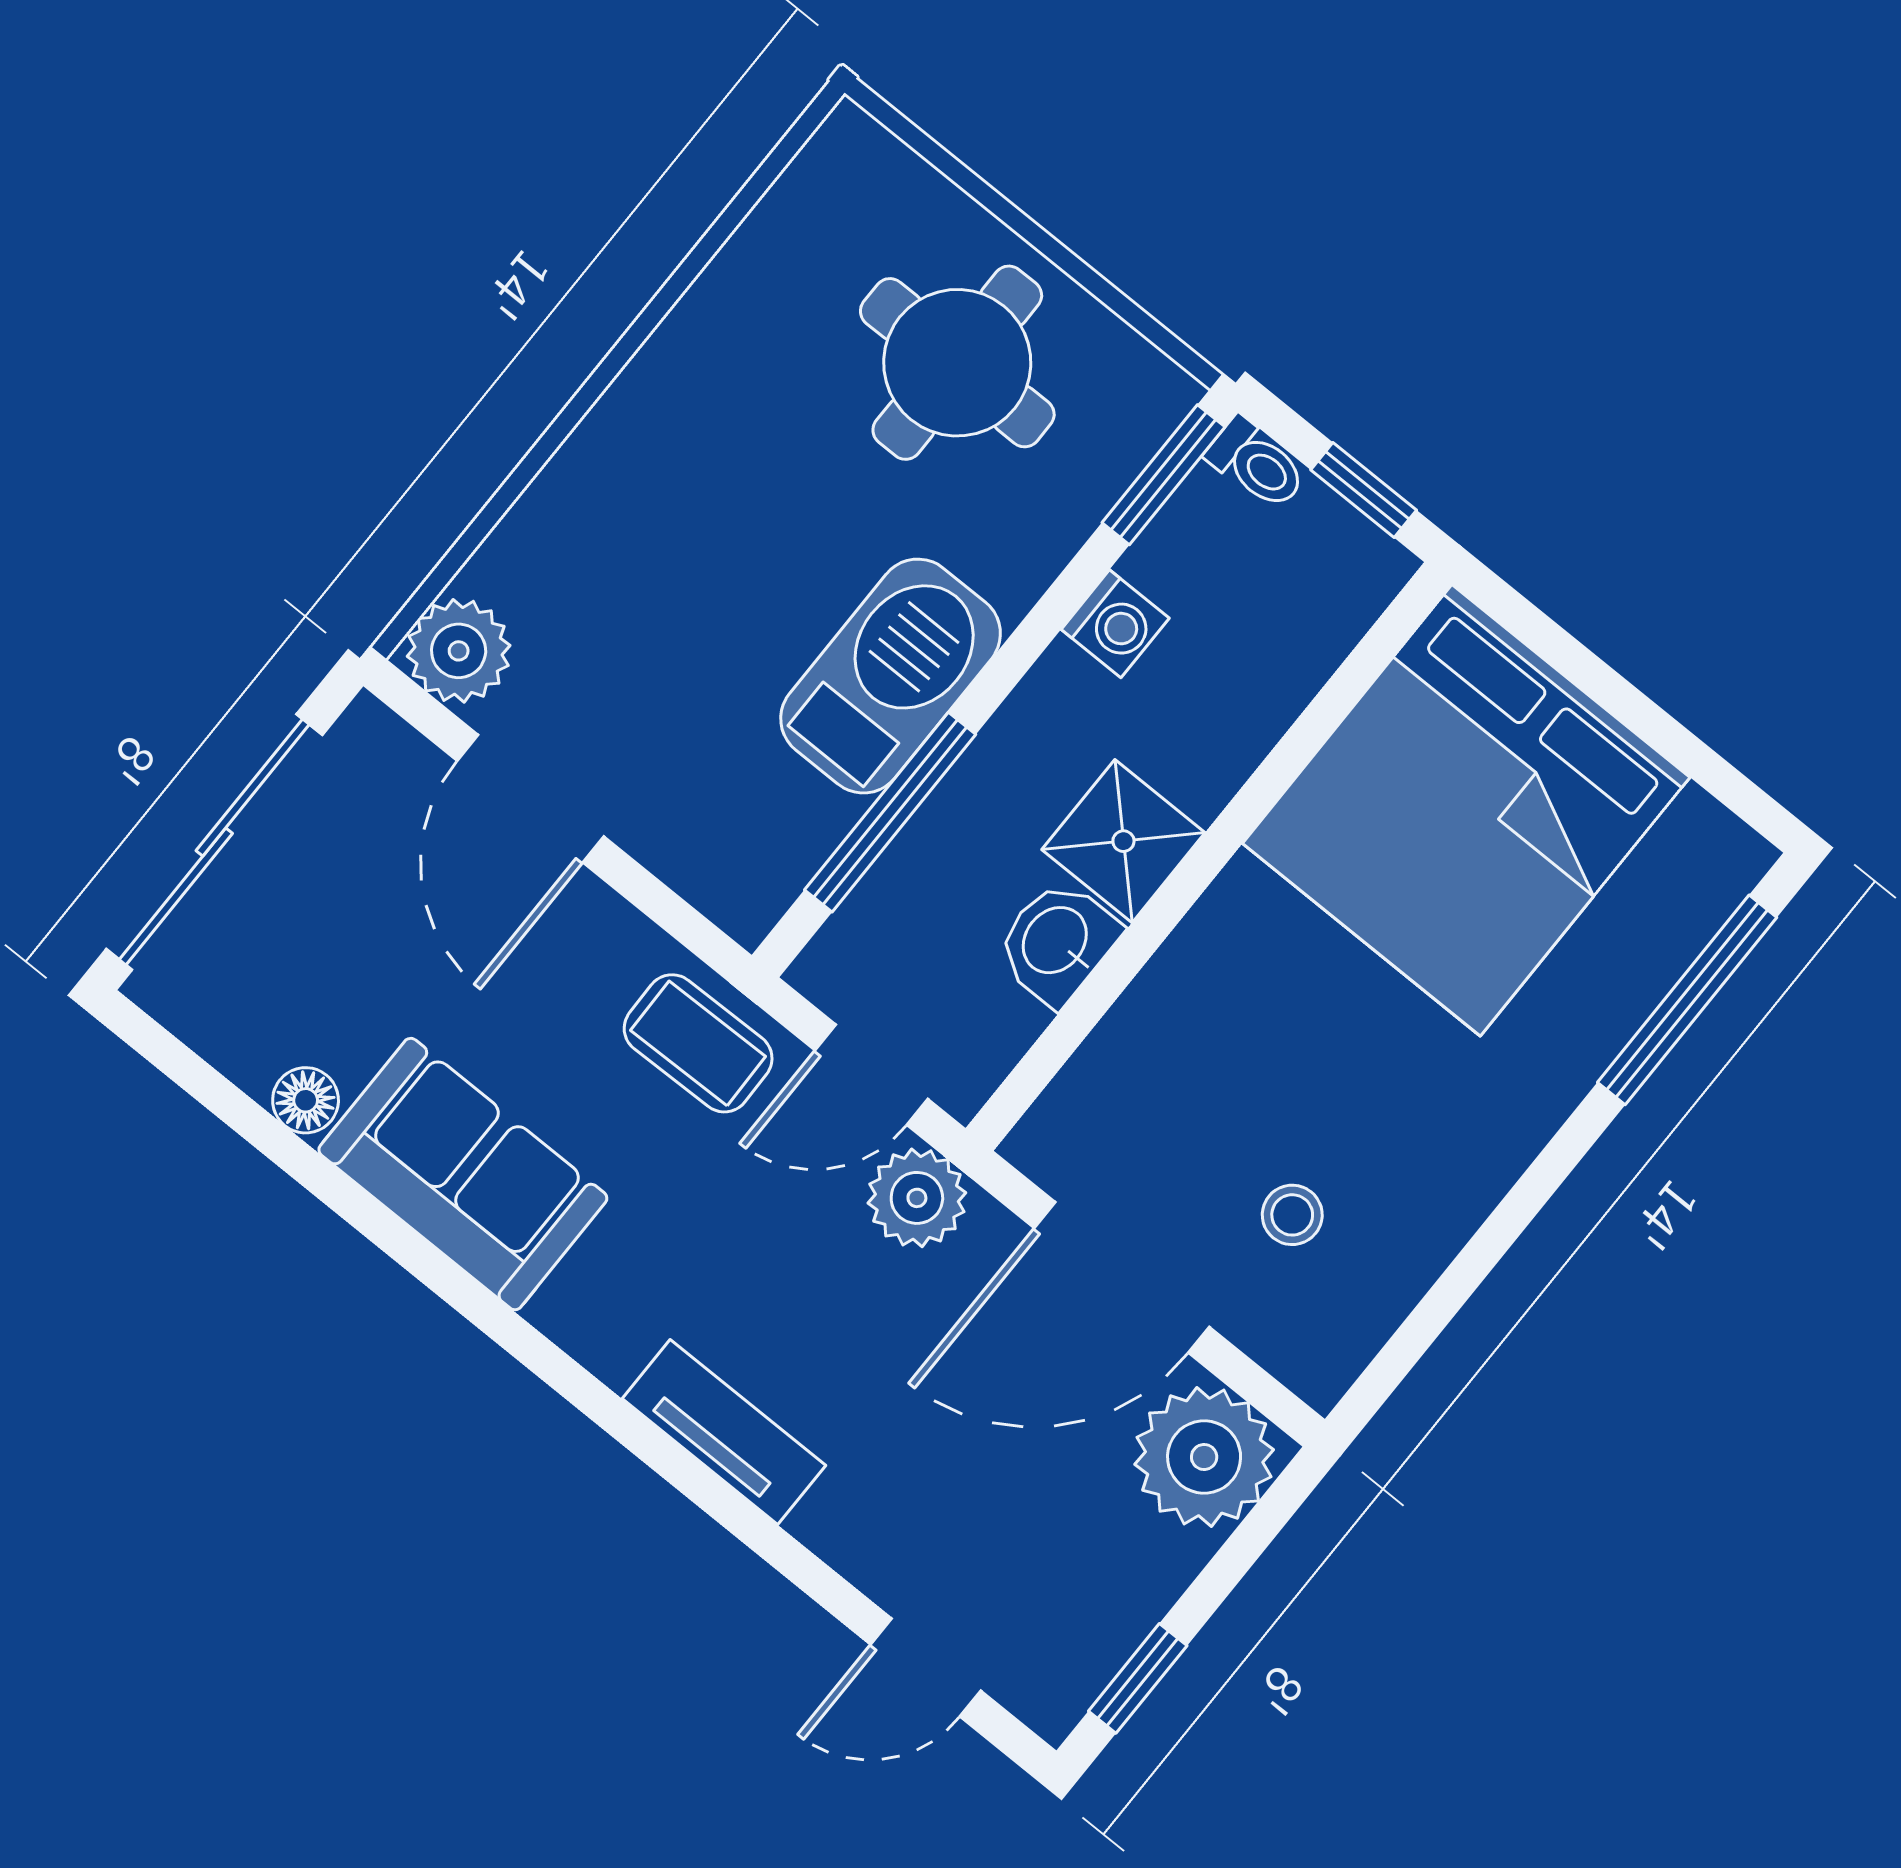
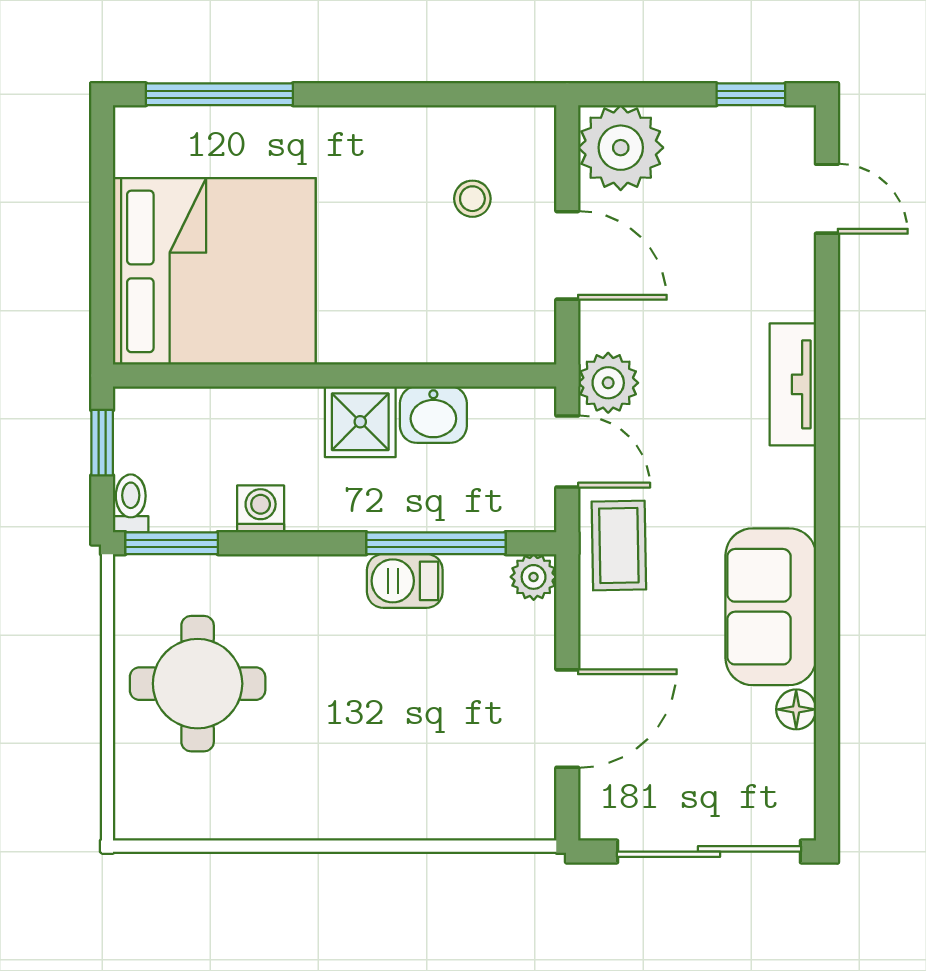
plant: (459, 651) -> (534, 577), moved, width x0.73, depth x0.73
barbecue: (891, 676) -> (405, 581), width x0.53, depth x0.65
door: (1122, 1277) -> (567, 255), width x0.73

